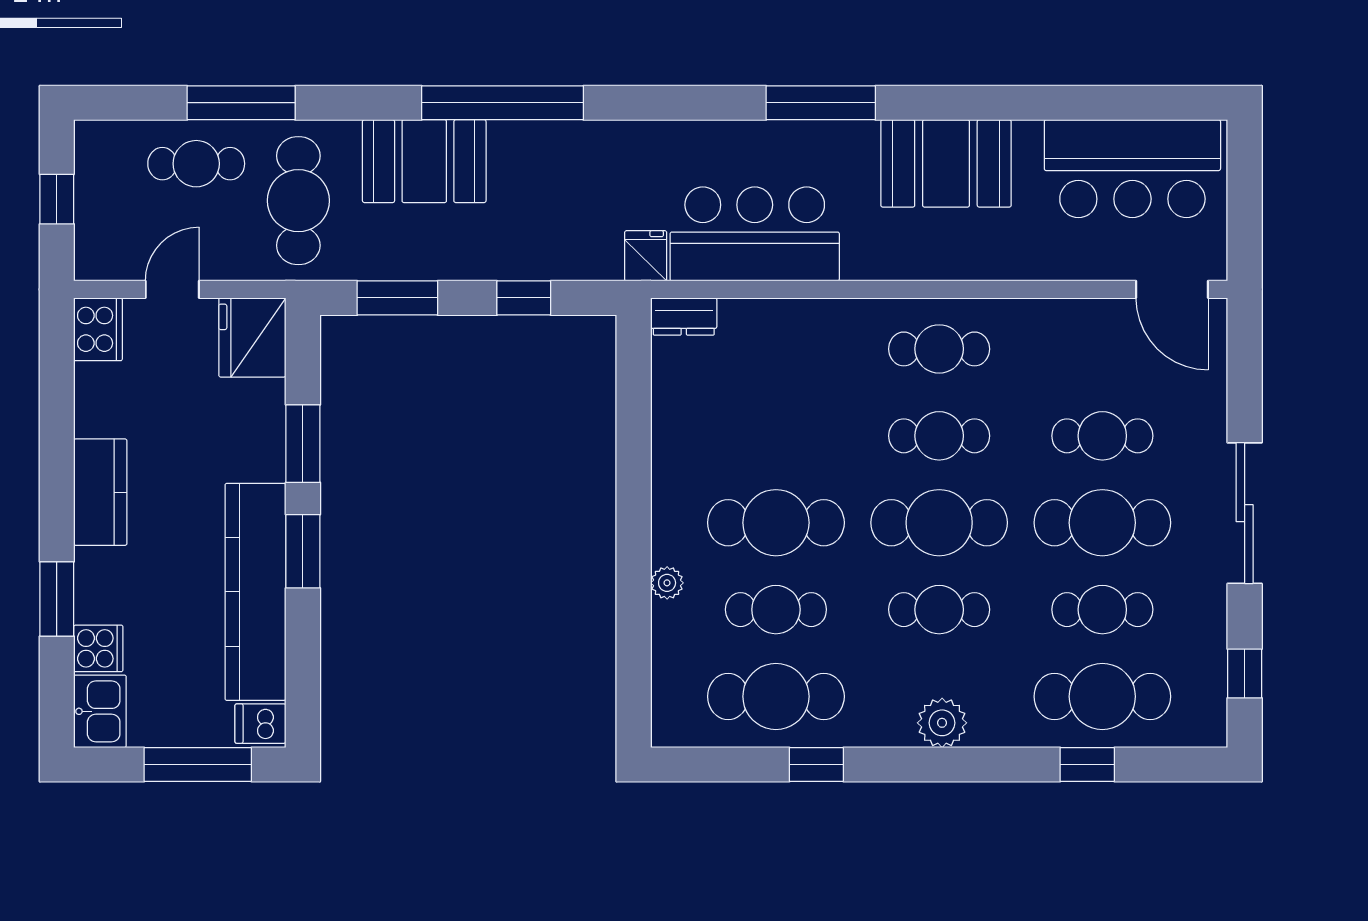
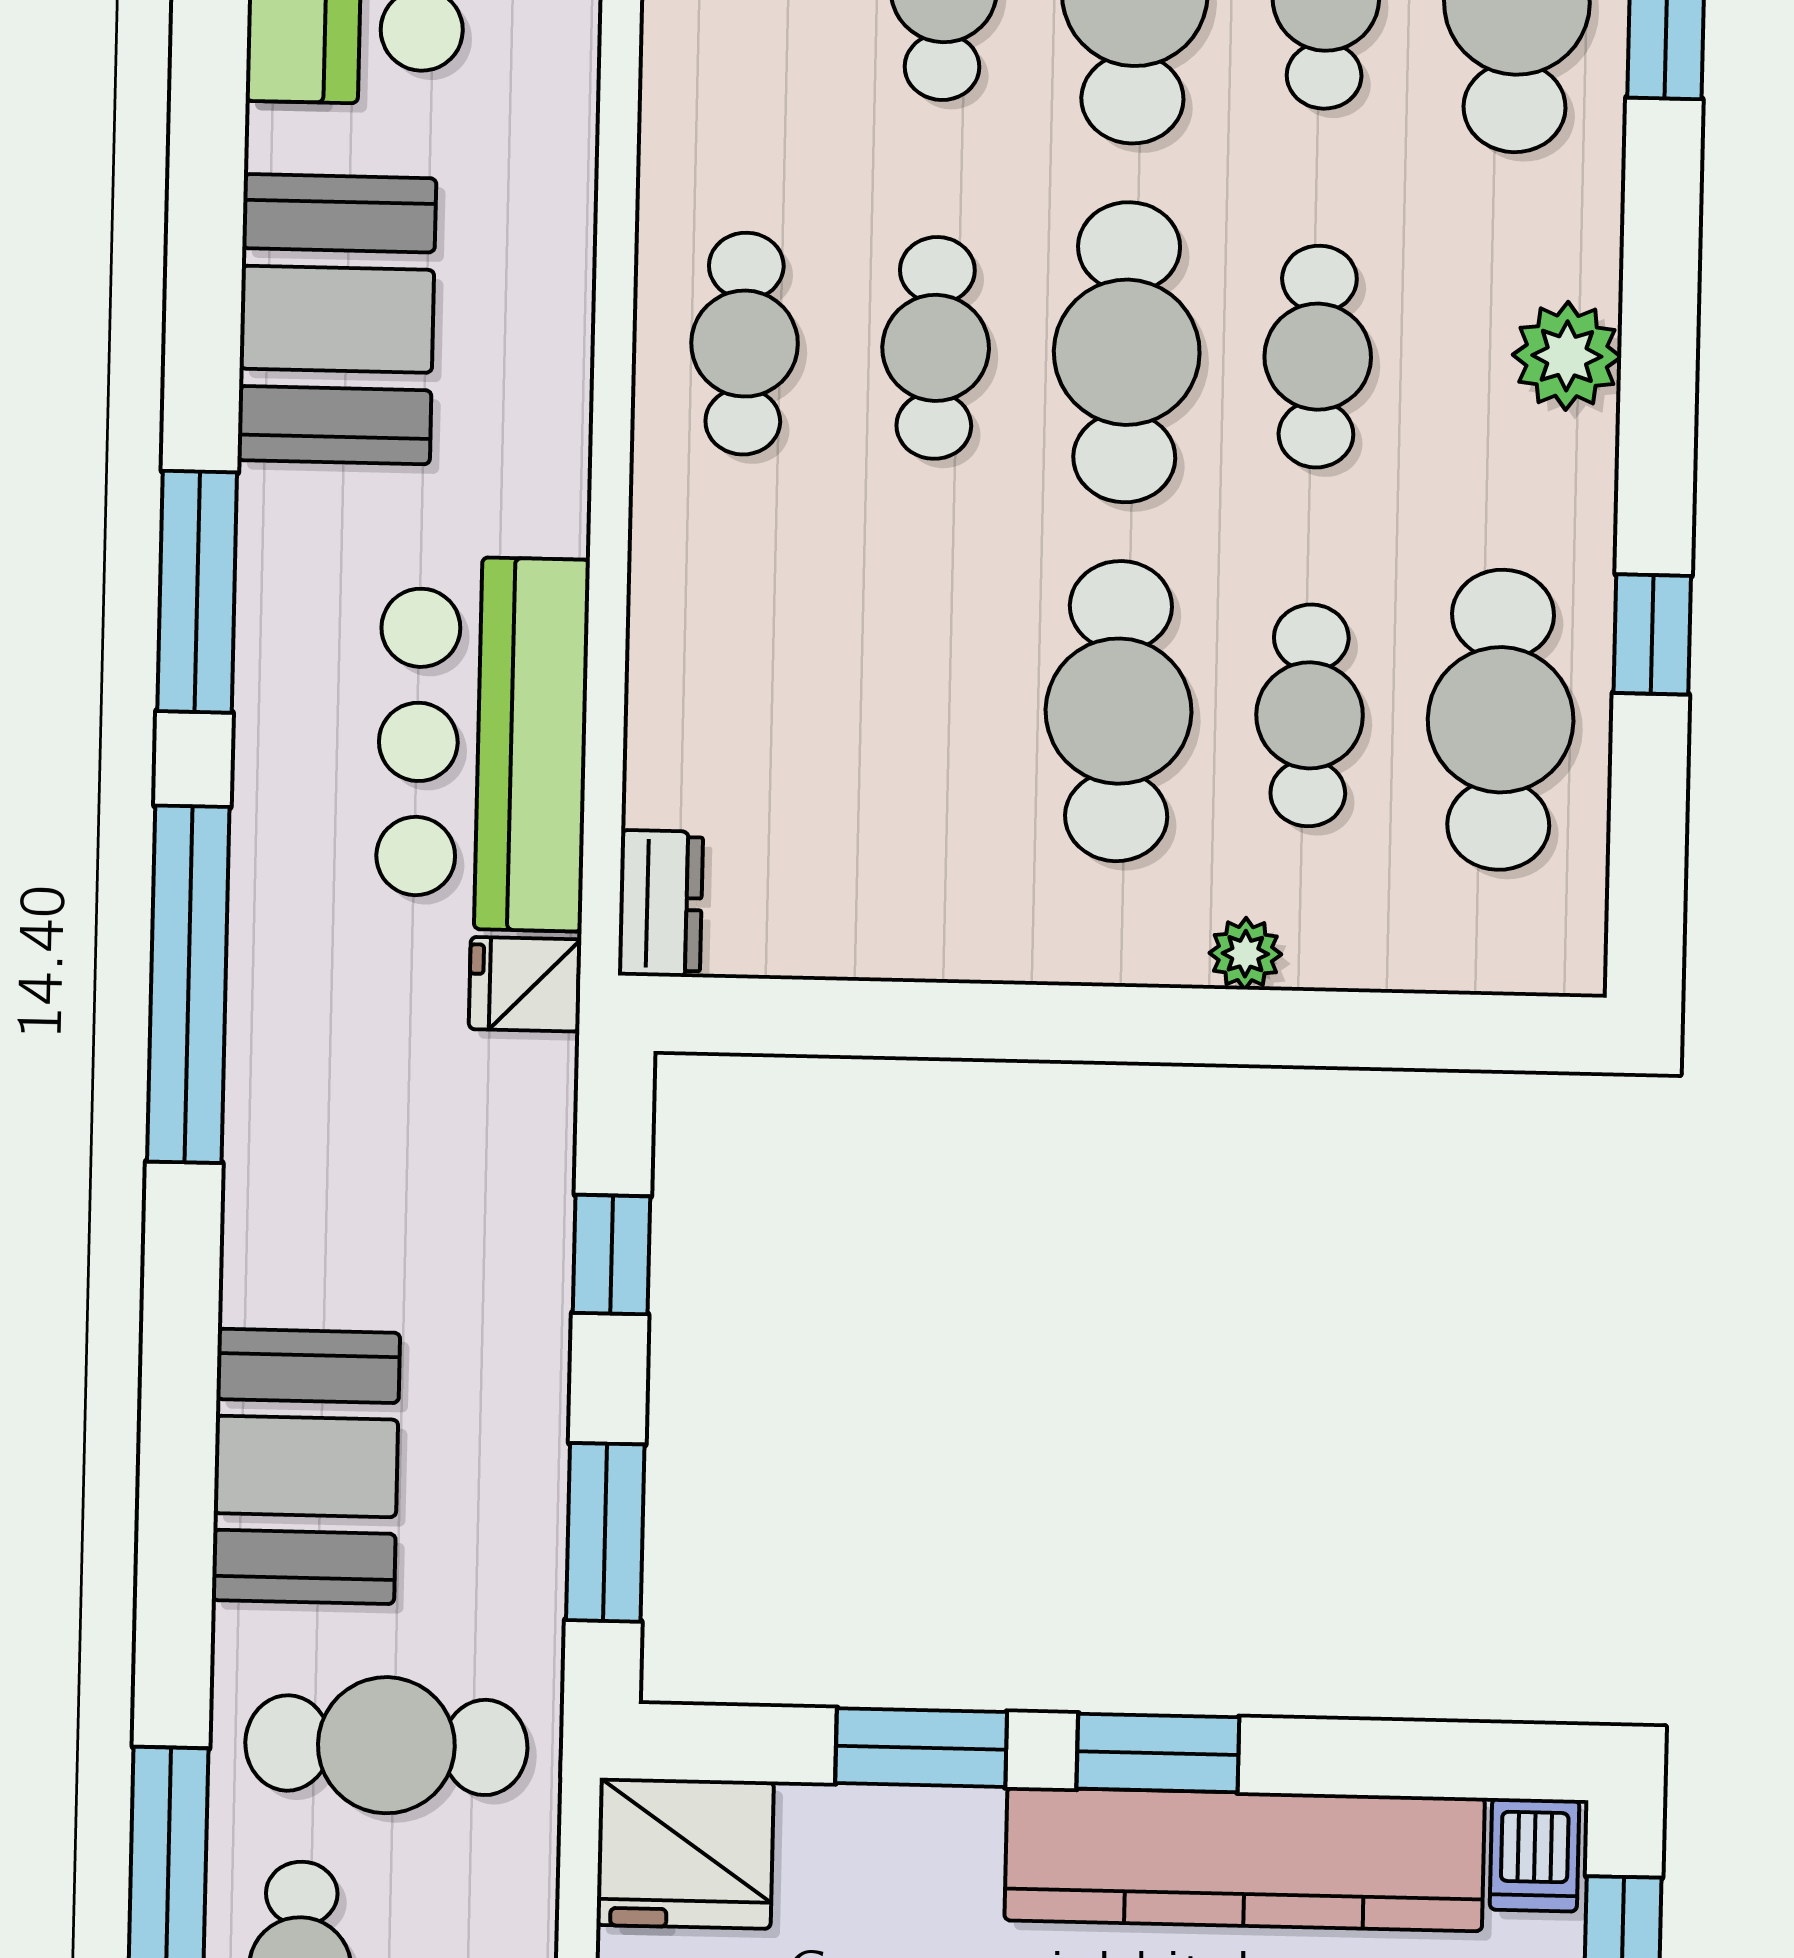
window: (503, 103) -> (188, 984), moved

